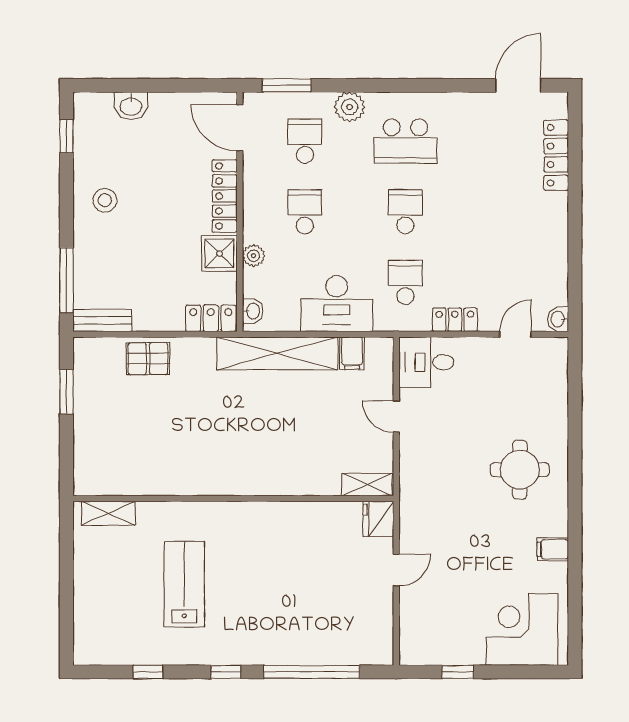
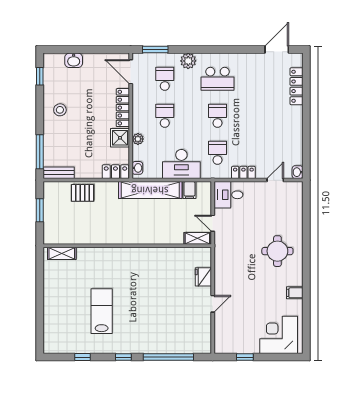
shelving: (367, 485) -> (197, 238), moved
wall: (233, 499) -> (127, 246), moved
shelving: (108, 513) -> (62, 253), moved

